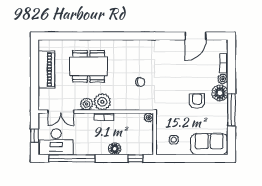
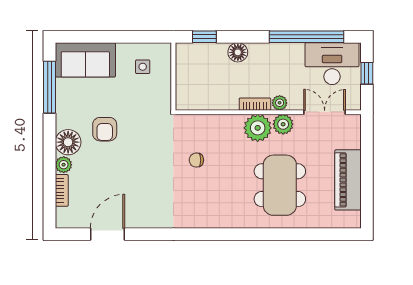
dining table: (89, 66) -> (280, 185), turned 90
window: (231, 110) -> (50, 87), moved
plant: (149, 117) -> (280, 103), moved

